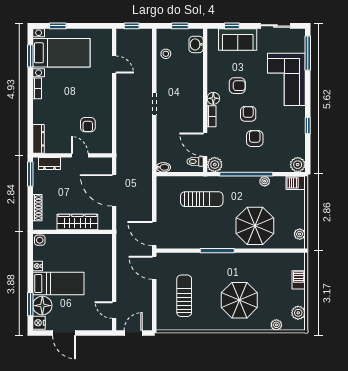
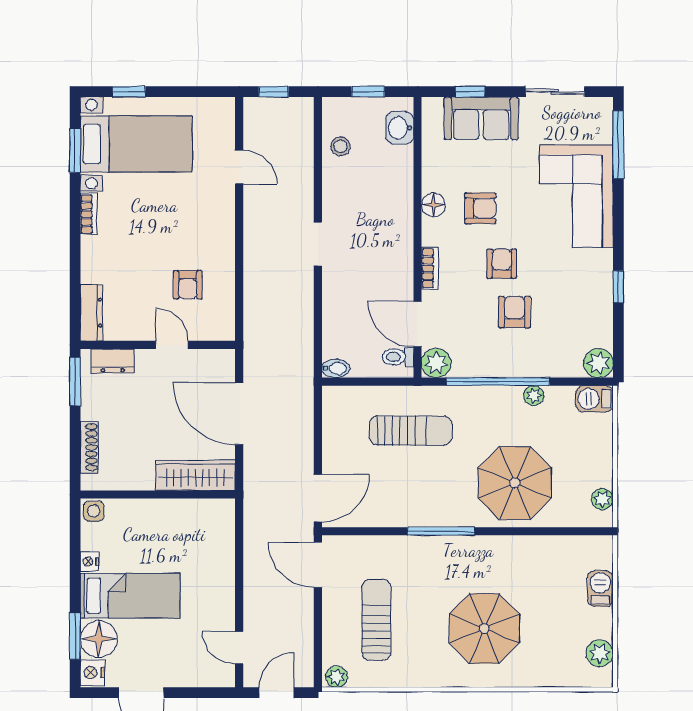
floor lamp: (213, 98) -> (433, 205), moved
wardrobe: (77, 222) -> (196, 475), moved
door: (154, 234) -> (318, 498), swing flipped
plant: (276, 325) -> (337, 677), moved

